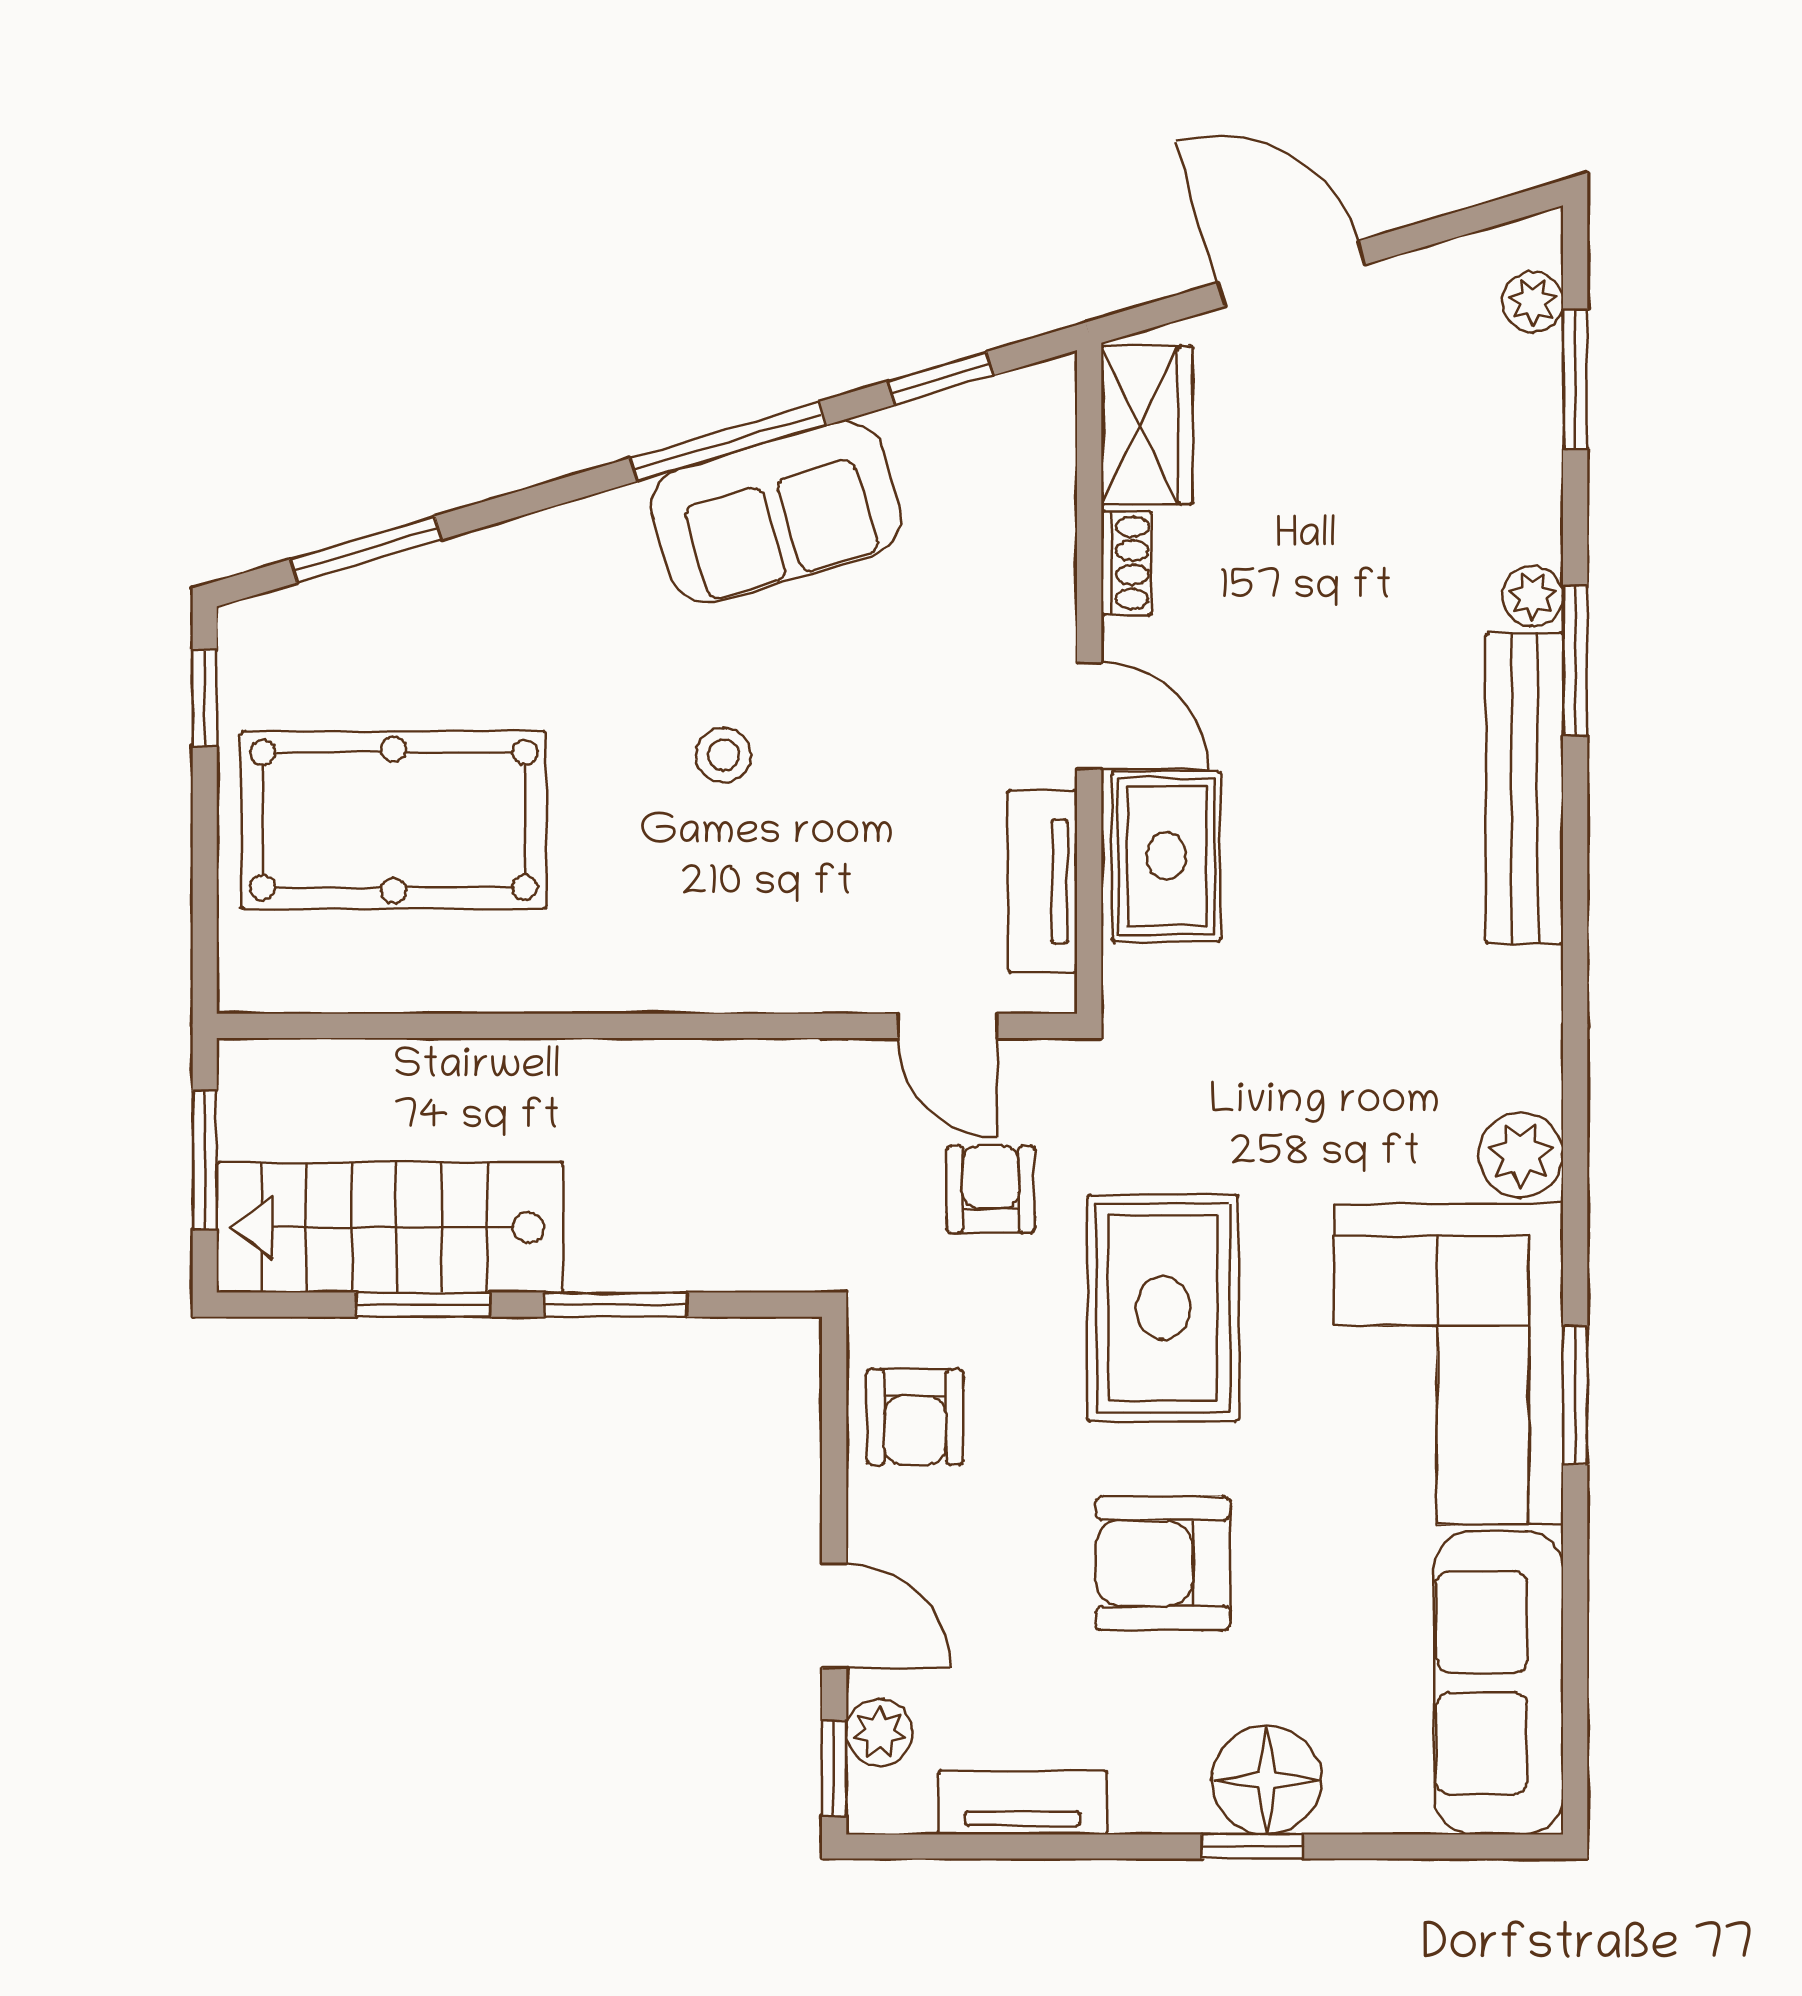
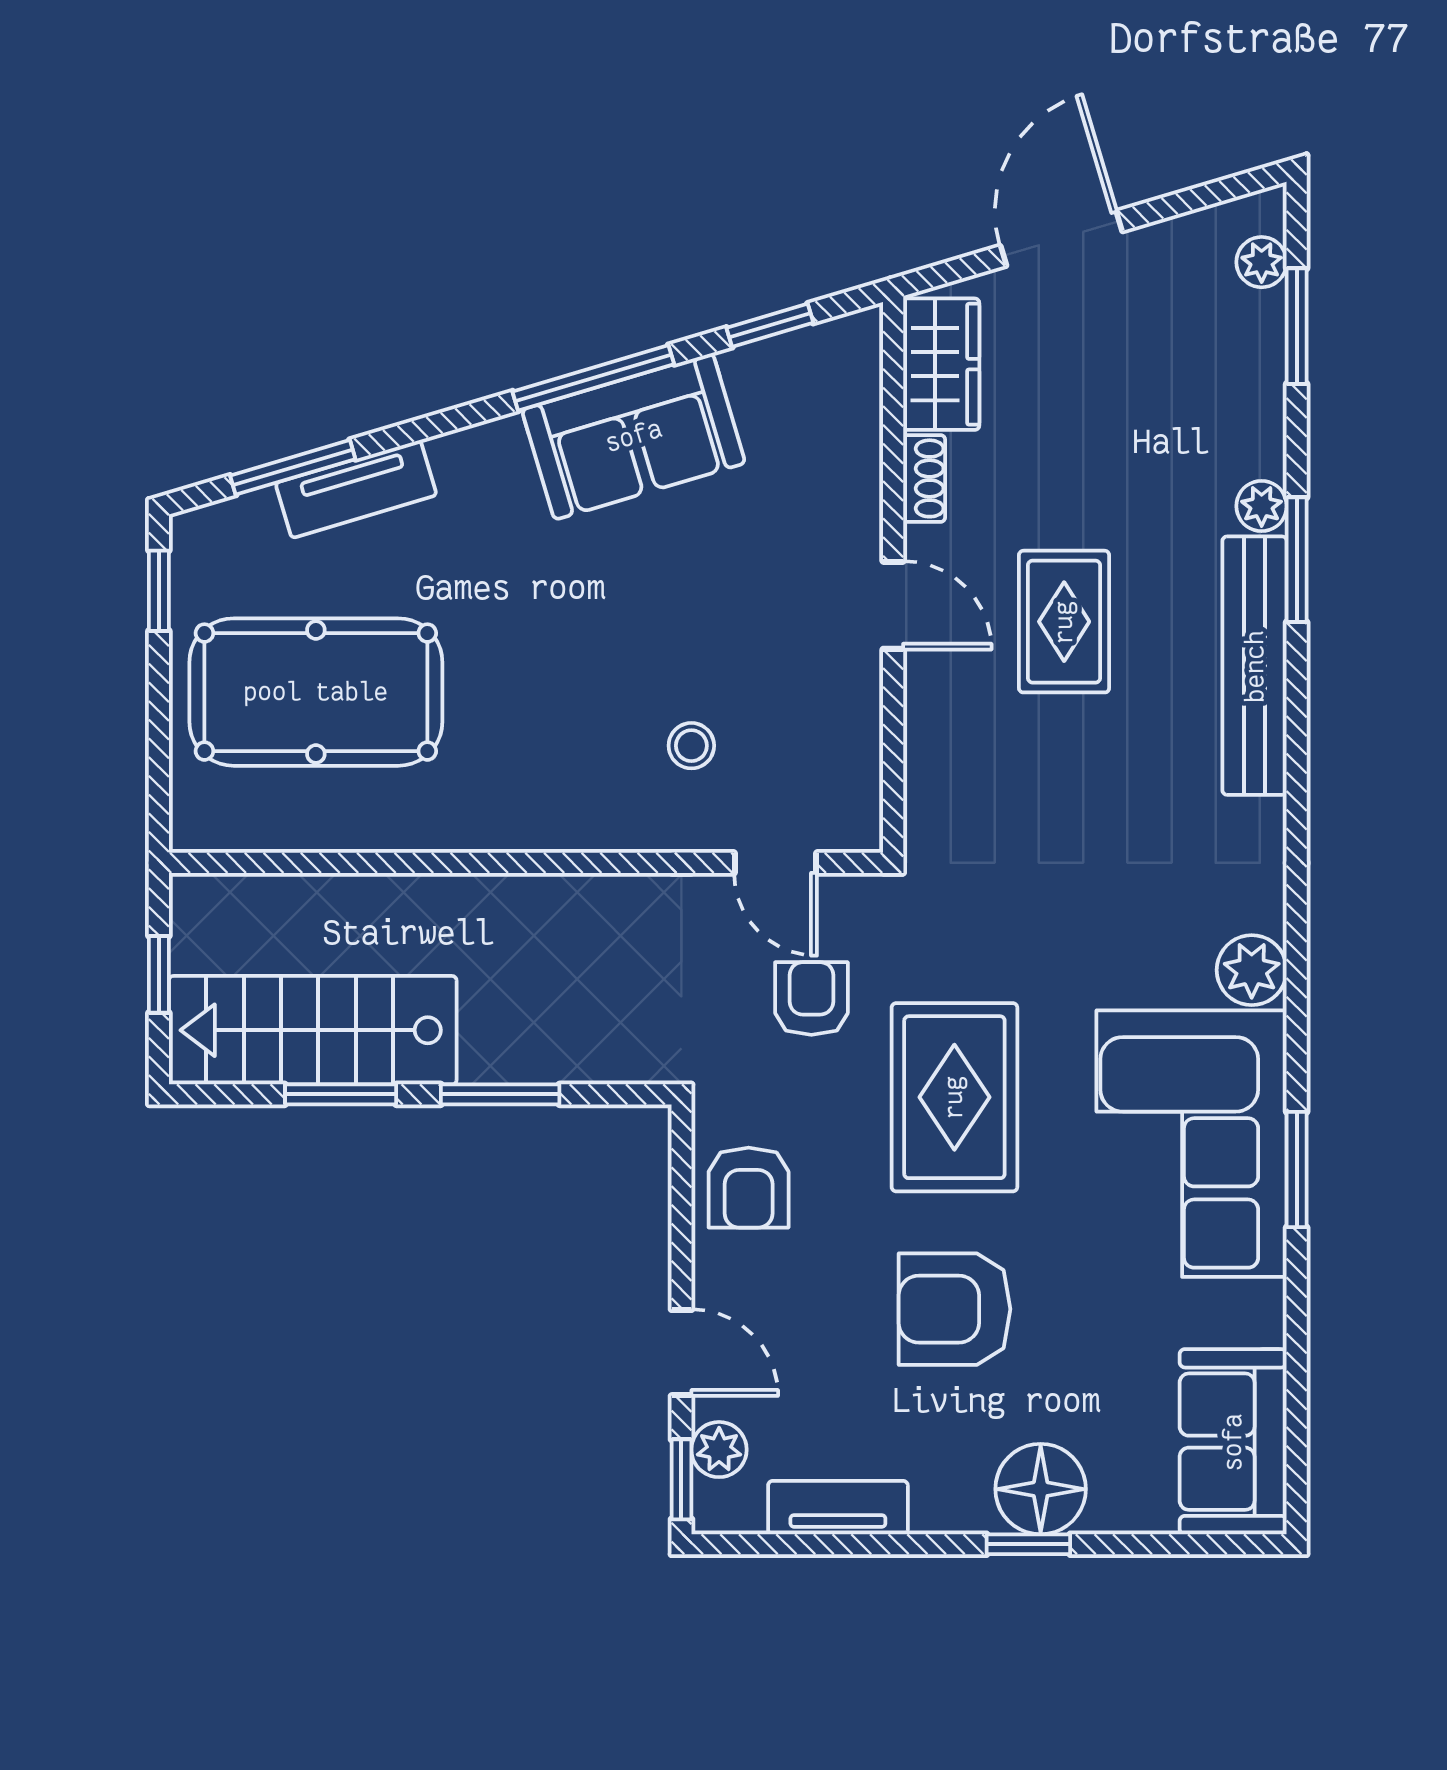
door: (1292, 274) -> (1061, 238), hinge flipped
stool: (723, 755) -> (691, 746), moved
rug: (1166, 856) -> (1064, 622), moved
tv unit: (1042, 881) -> (356, 489), moved, turned -107
window: (205, 1160) -> (159, 974), width x0.67
sofa: (1499, 1683) -> (1233, 1442), width x0.73

